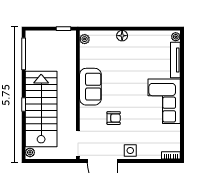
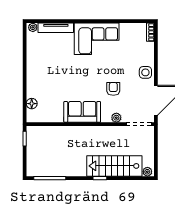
floor lamp: (122, 36) -> (32, 104), moved
plant: (85, 39) -> (116, 118), moved
stairs: (41, 109) -> (114, 166), width x0.73, depth x0.66

